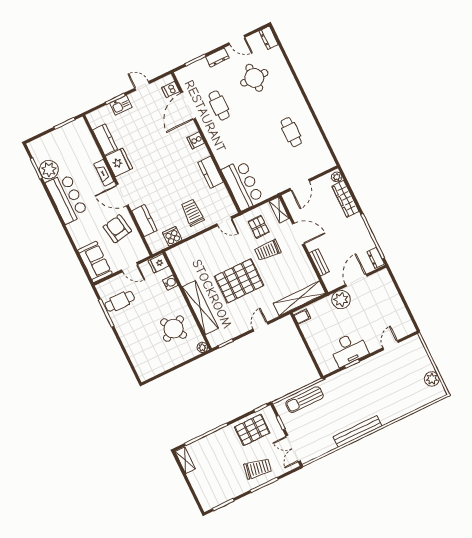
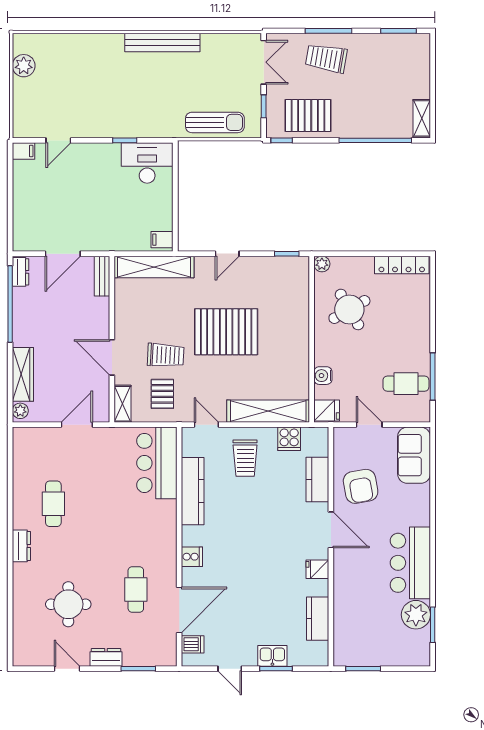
dresser: (269, 38) -> (21, 546), moved
fridge: (119, 162) -> (317, 569), width x0.53, depth x0.75
kitchen counter: (211, 172) -> (193, 491), width x1.50
fireplace: (104, 173) -> (341, 573), removed
bench: (319, 262) -> (102, 276), moved
plant: (341, 300) -> (97, 237), removed
shelving: (200, 308) -> (268, 411), moved, turned 90
filing cabinet: (408, 329) -> (23, 151), added
desk: (349, 349) -> (147, 163), moved
locker: (156, 369) -> (402, 265), added

